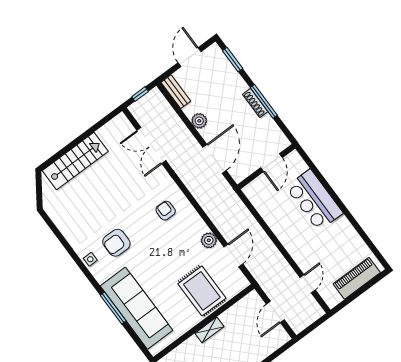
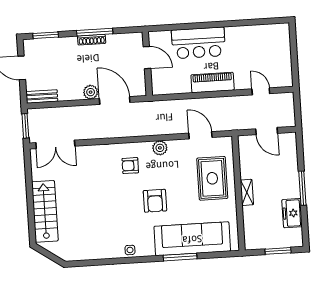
window: (140, 94) -> (25, 126), width x1.50
plant: (199, 121) -> (91, 92), moved
double door: (151, 145) -> (55, 144), moved
plant: (209, 240) -> (160, 148), moved
armchair: (116, 243) -> (155, 201), moved
piano: (357, 278) -> (213, 82), moved, turned 90
rug: (202, 291) -> (212, 178), turned 90

